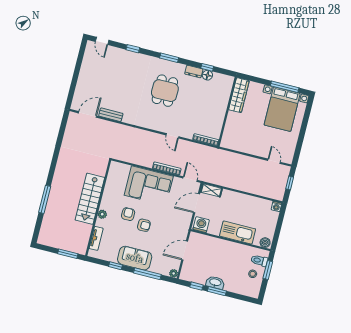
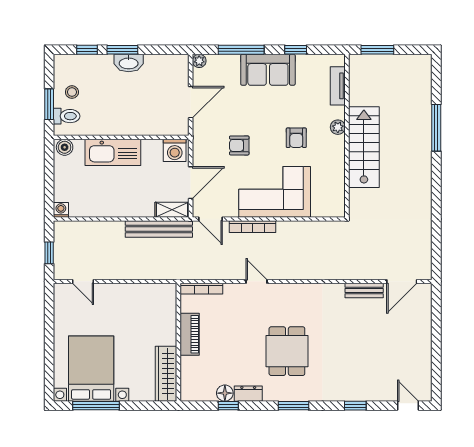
piano: (219, 115) -> (190, 334), added
bench: (222, 181) -> (159, 229), added
armchair: (144, 225) -> (239, 145), moved
window: (196, 286) -> (87, 50), moved

